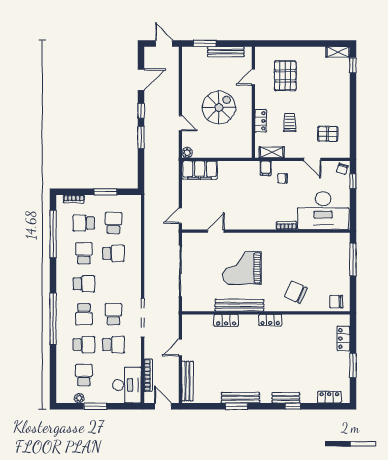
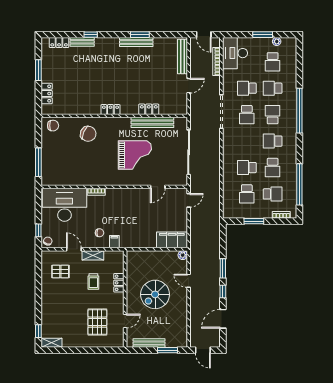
shelving: (272, 152) -> (93, 255), moved
bench: (239, 305) -> (152, 122), moved
bench: (286, 398) -> (82, 42), moved

